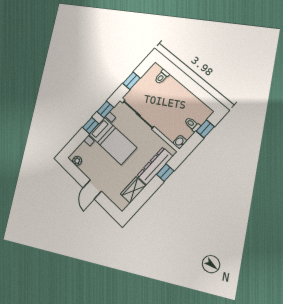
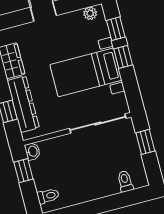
window: (105, 109) -> (116, 29), moved
toilet: (192, 124) -> (48, 196), moved
window: (205, 129) -> (23, 171), moved

